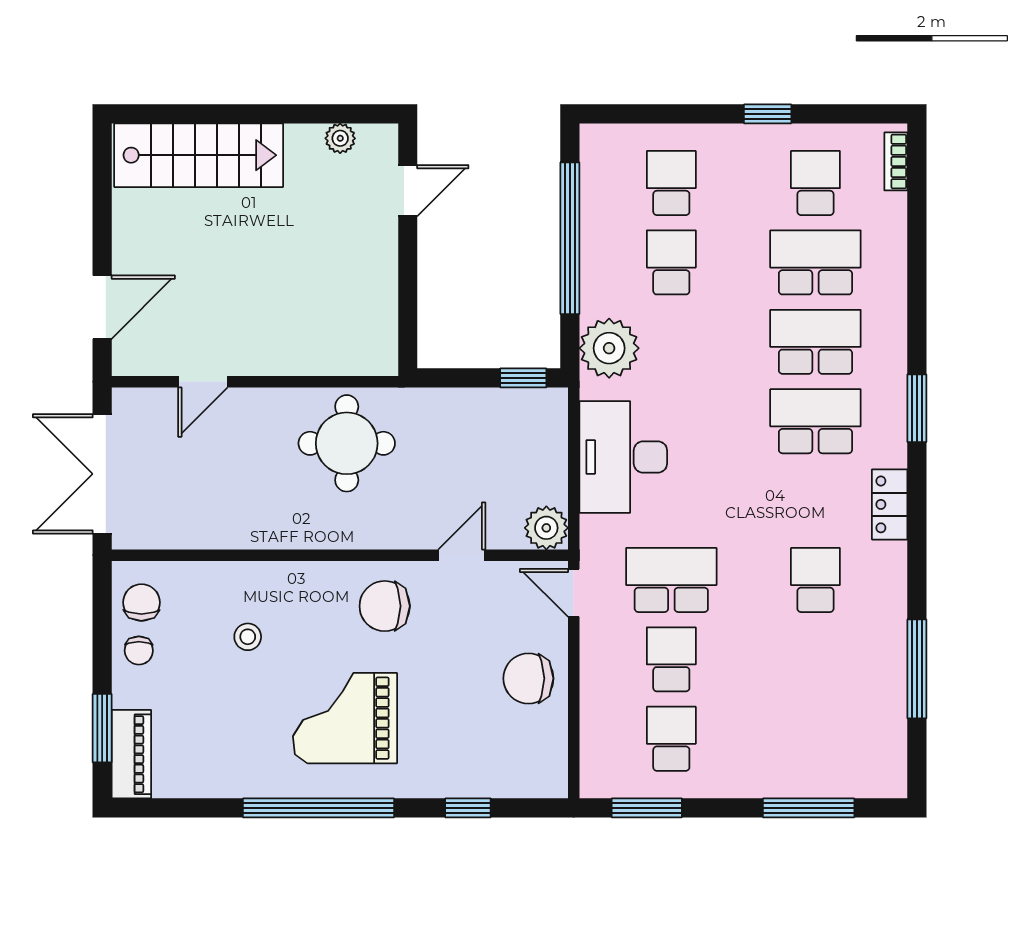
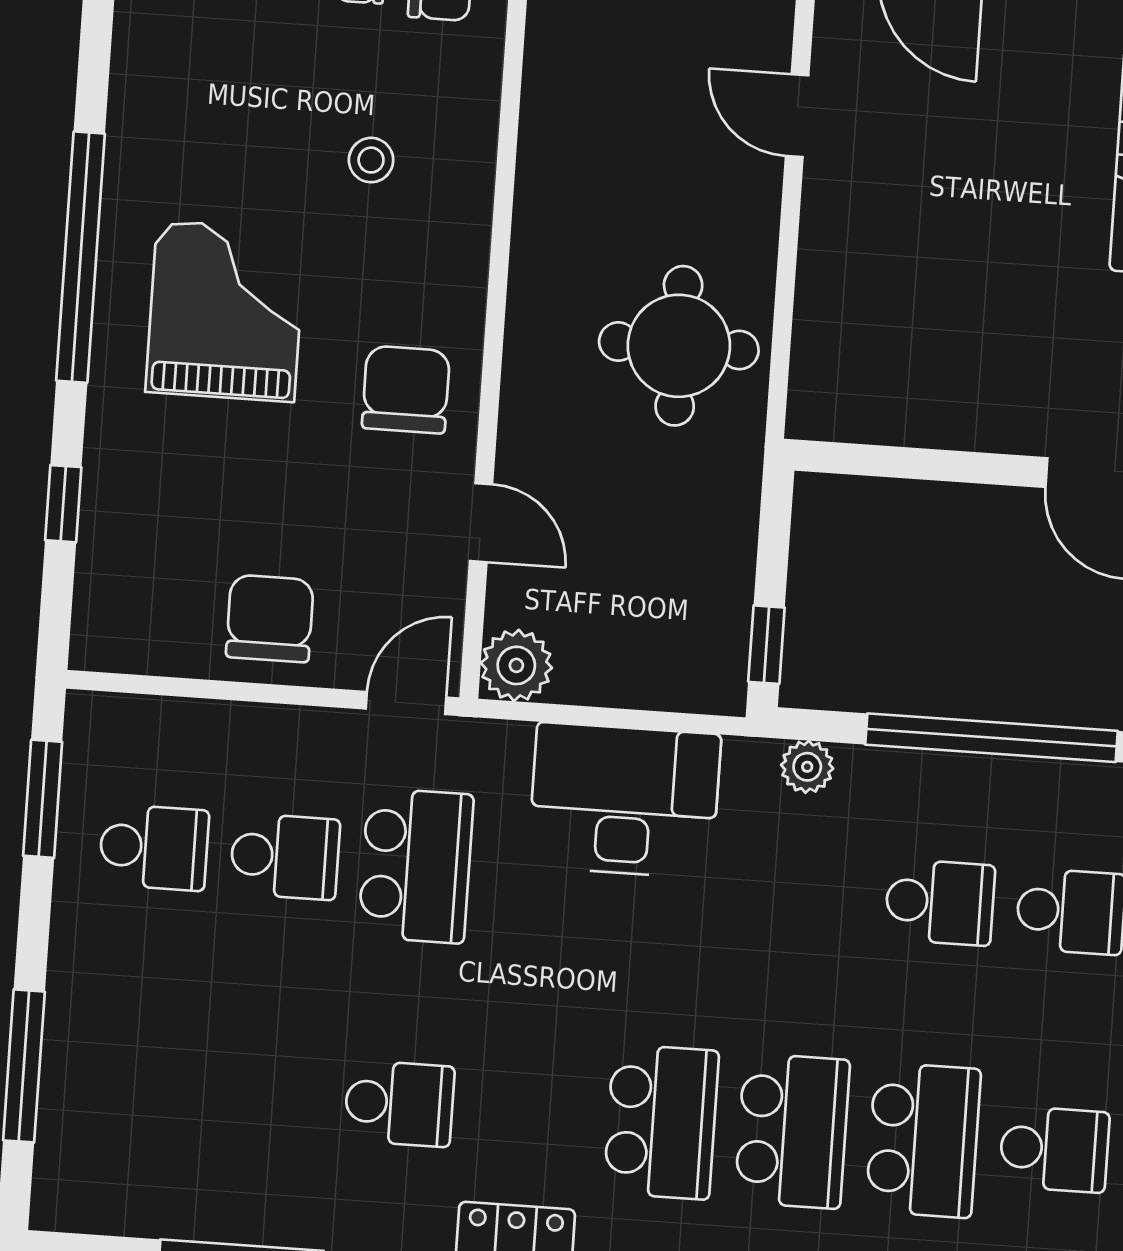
plant: (609, 348) -> (807, 767), width x0.53, depth x0.53

